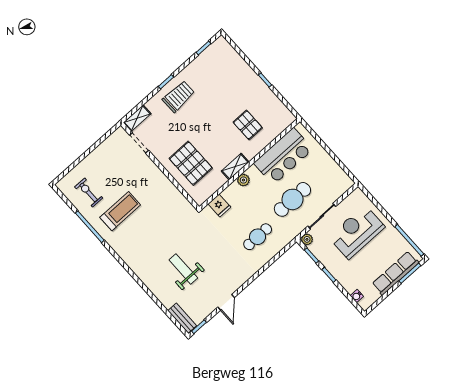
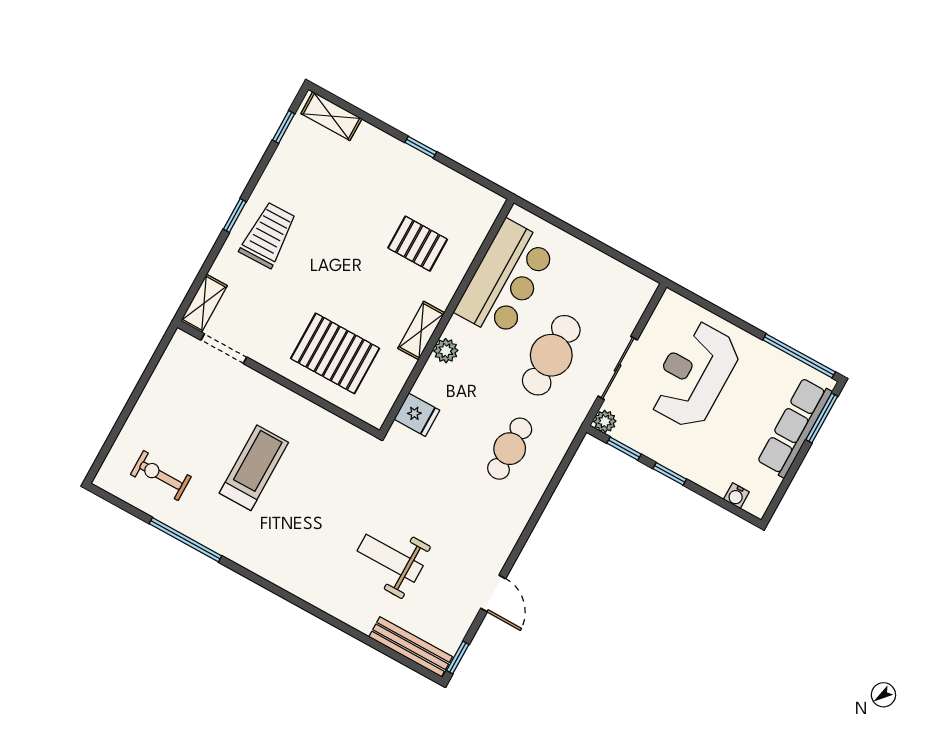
shelving: (228, 51) -> (331, 116), added
treadmill: (120, 211) -> (254, 468), moved
bench: (182, 318) -> (411, 647), width x1.36

